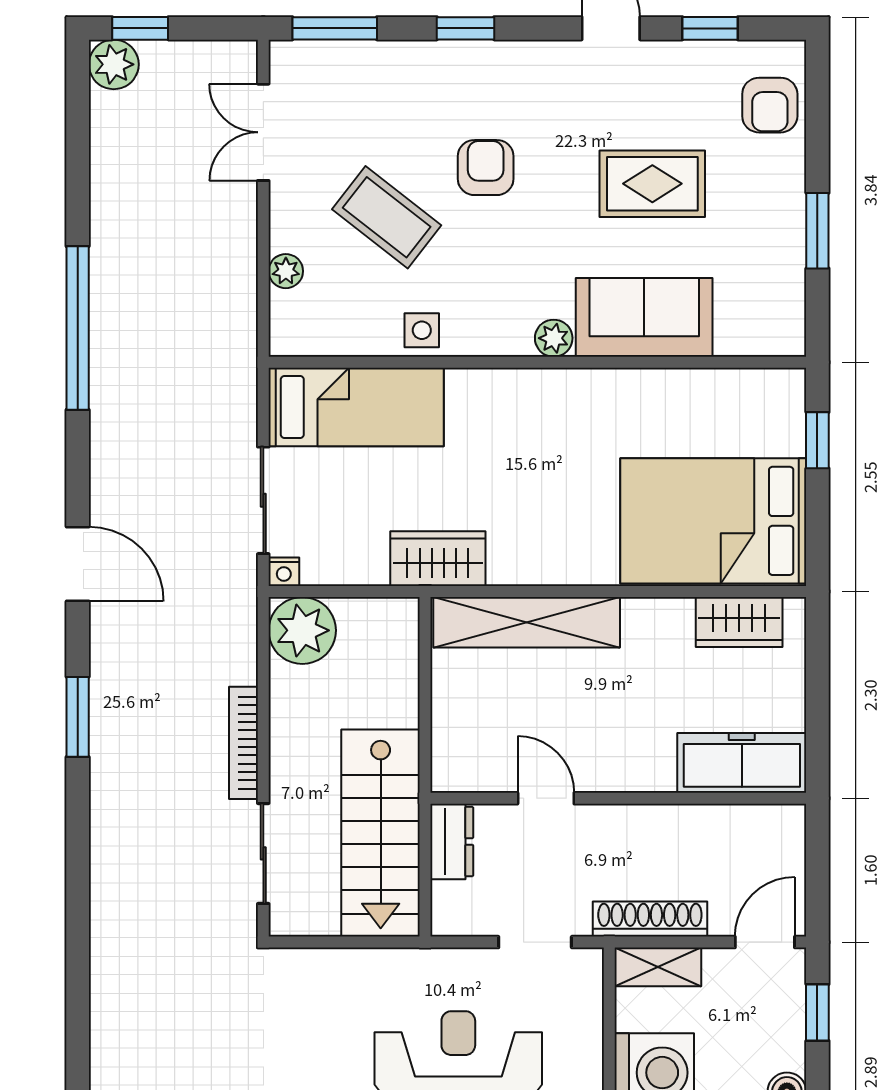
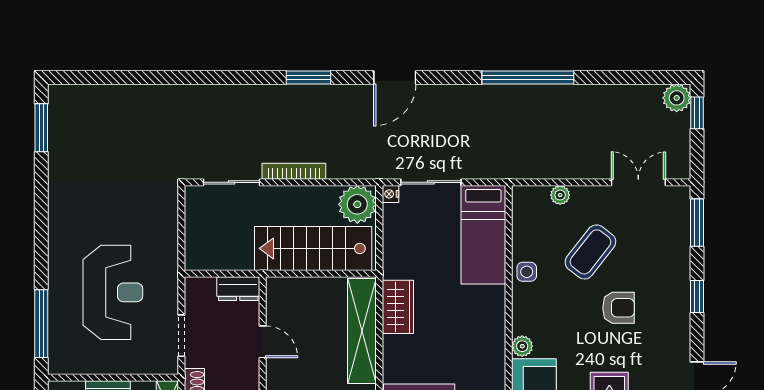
wardrobe: (438, 559) -> (398, 307), moved
door: (546, 798) -> (263, 342), hinge flipped
stairs: (381, 833) -> (313, 248), moved

